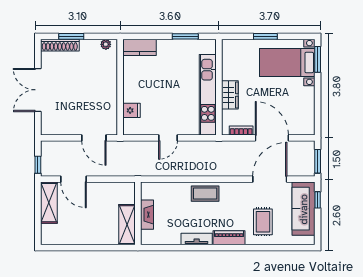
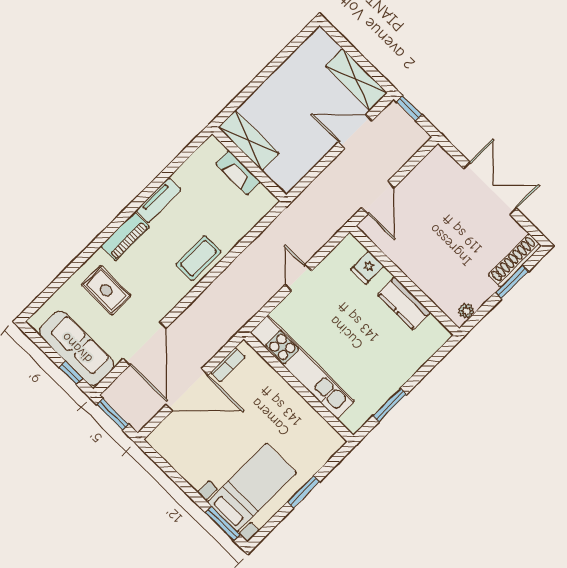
kitchen counter: (139, 47) -> (404, 303), moved, turned -90
wardrobe: (230, 95) -> (278, 391), removed
door: (94, 138) -> (378, 198), swing flipped

